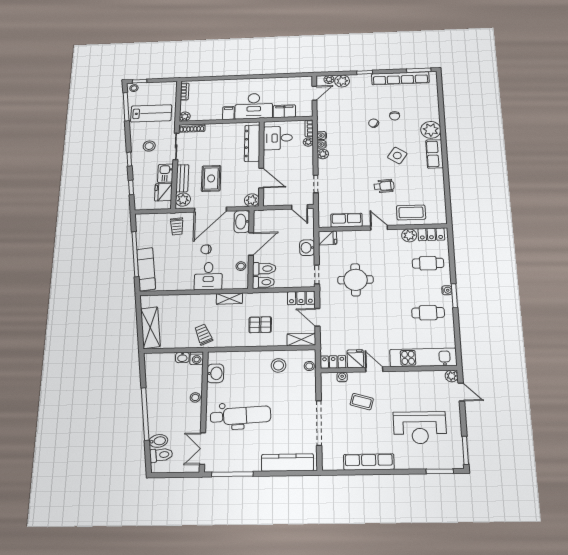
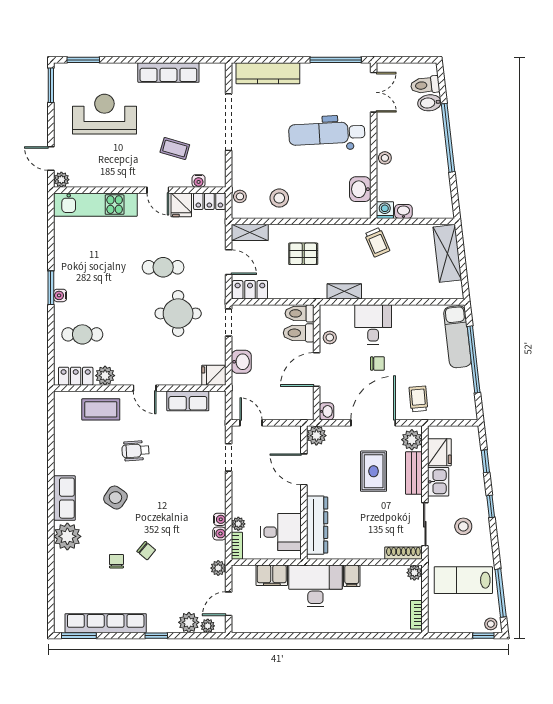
plant: (323, 154) -> (218, 568), moved
washbasin: (242, 222) -> (327, 411), width x0.52, depth x0.69
cafe table: (428, 313) -> (163, 267), moved

